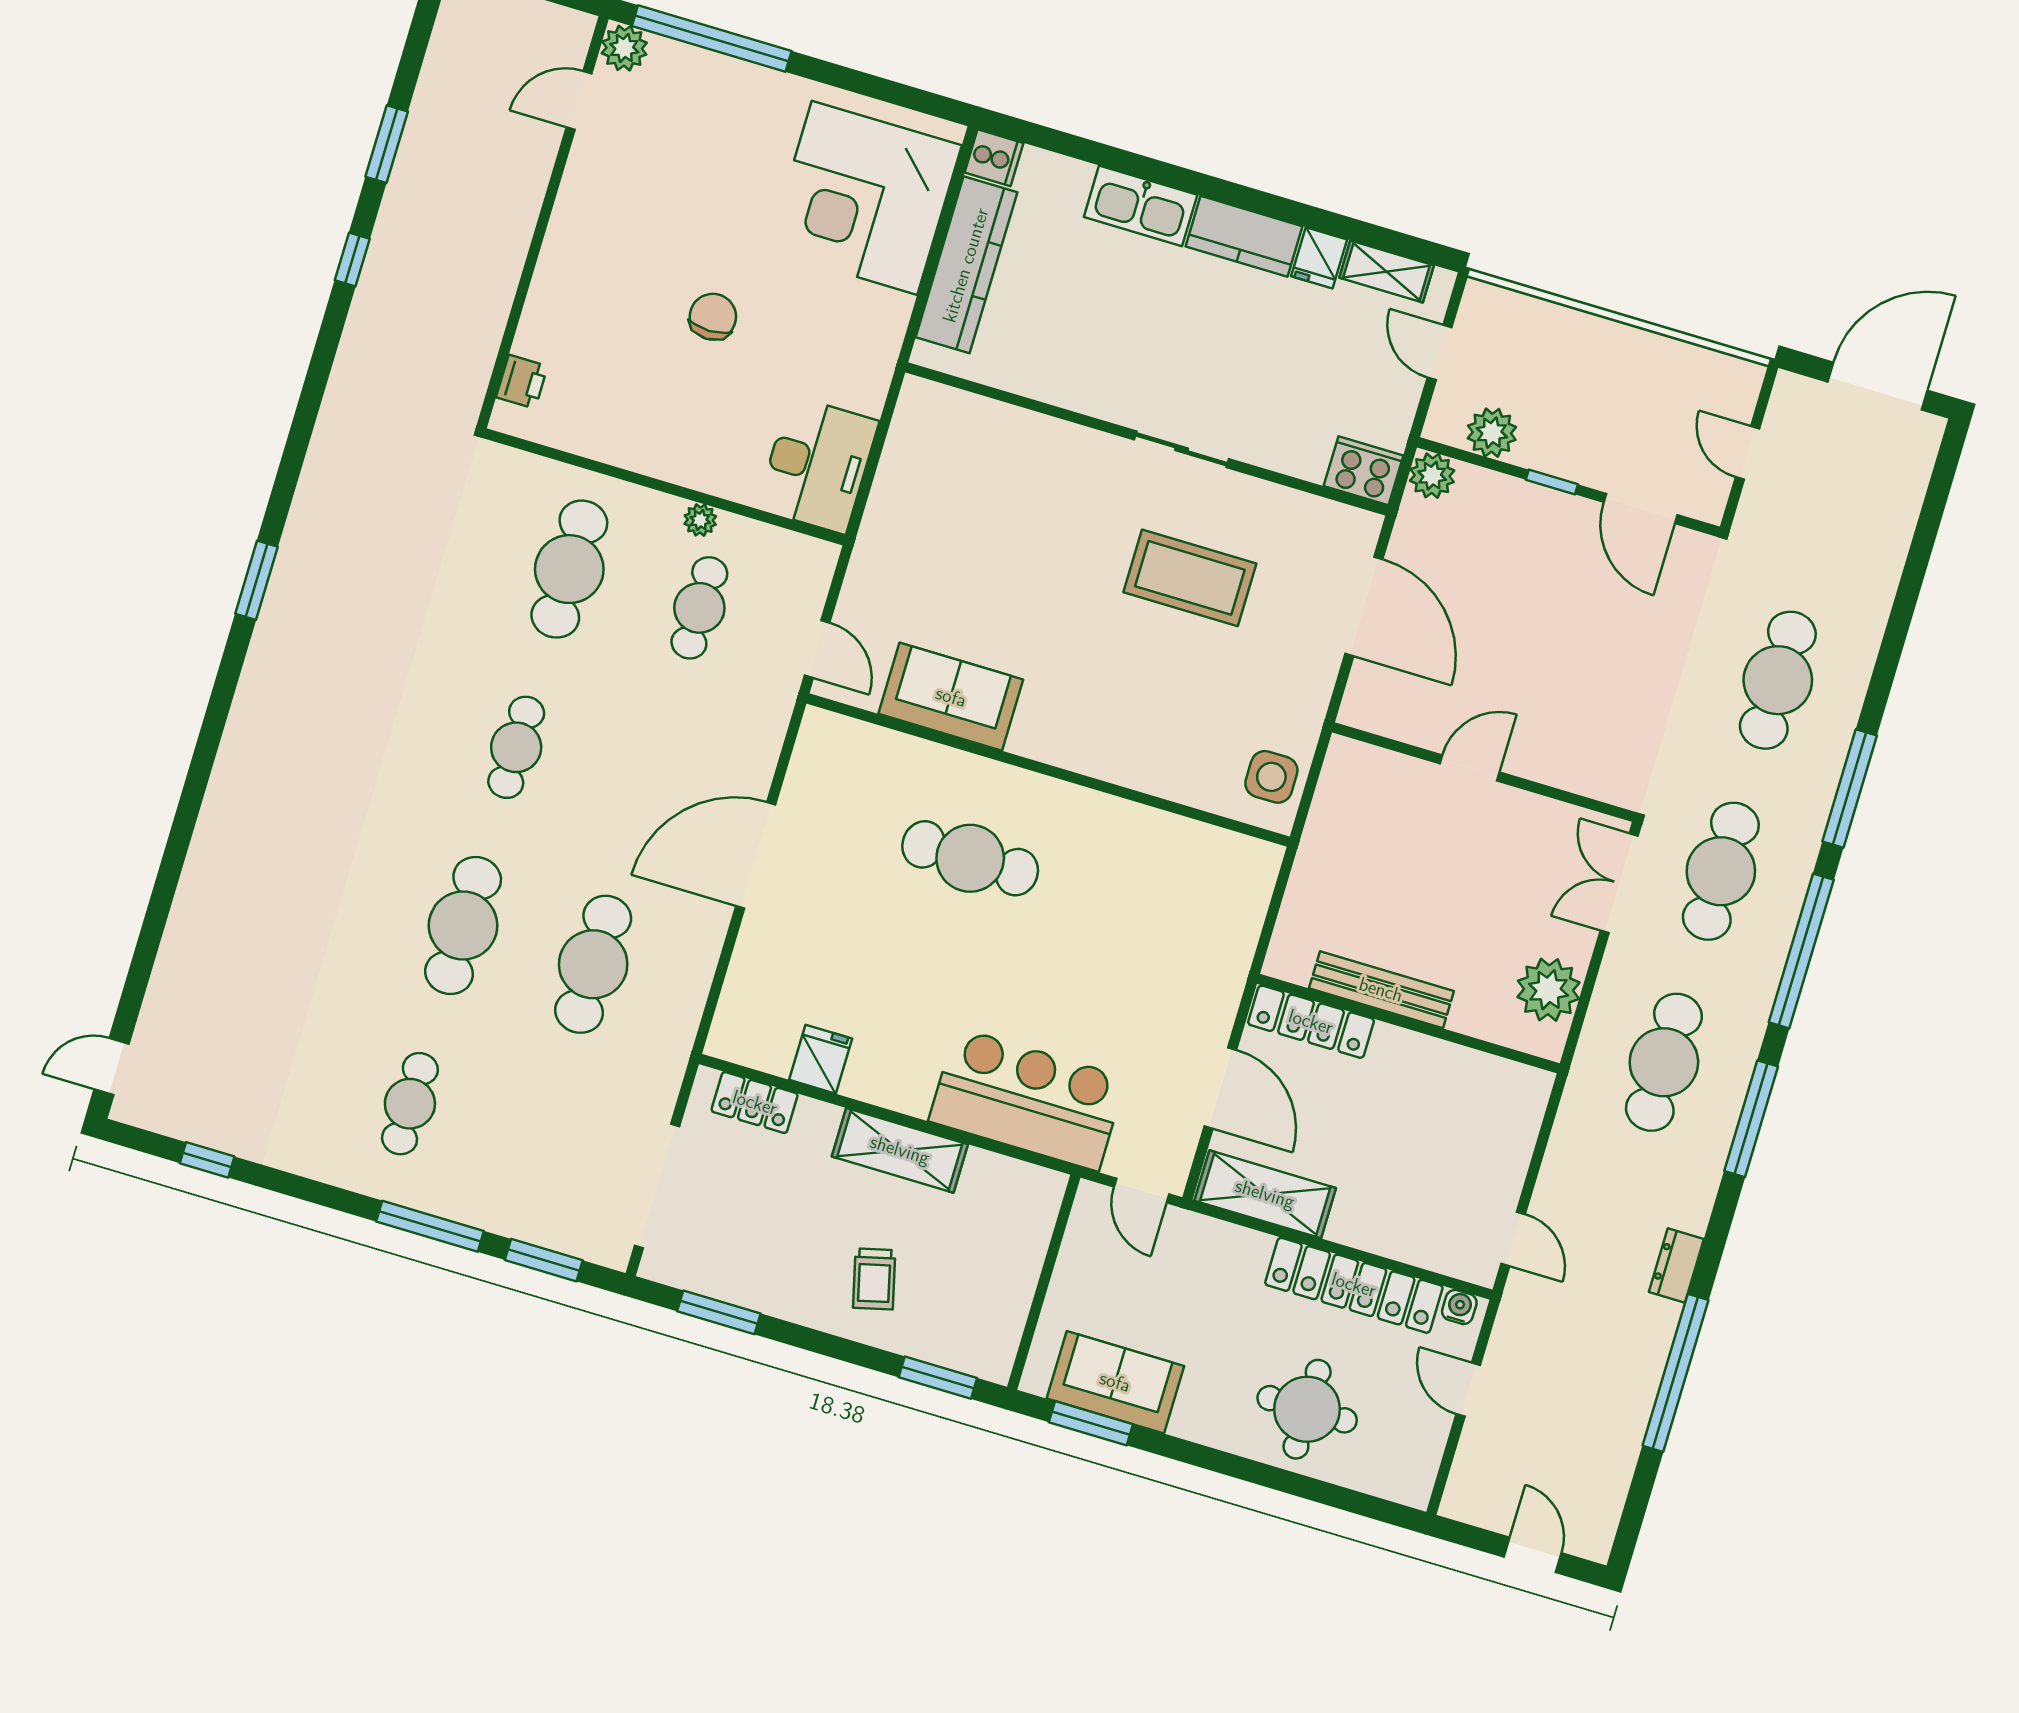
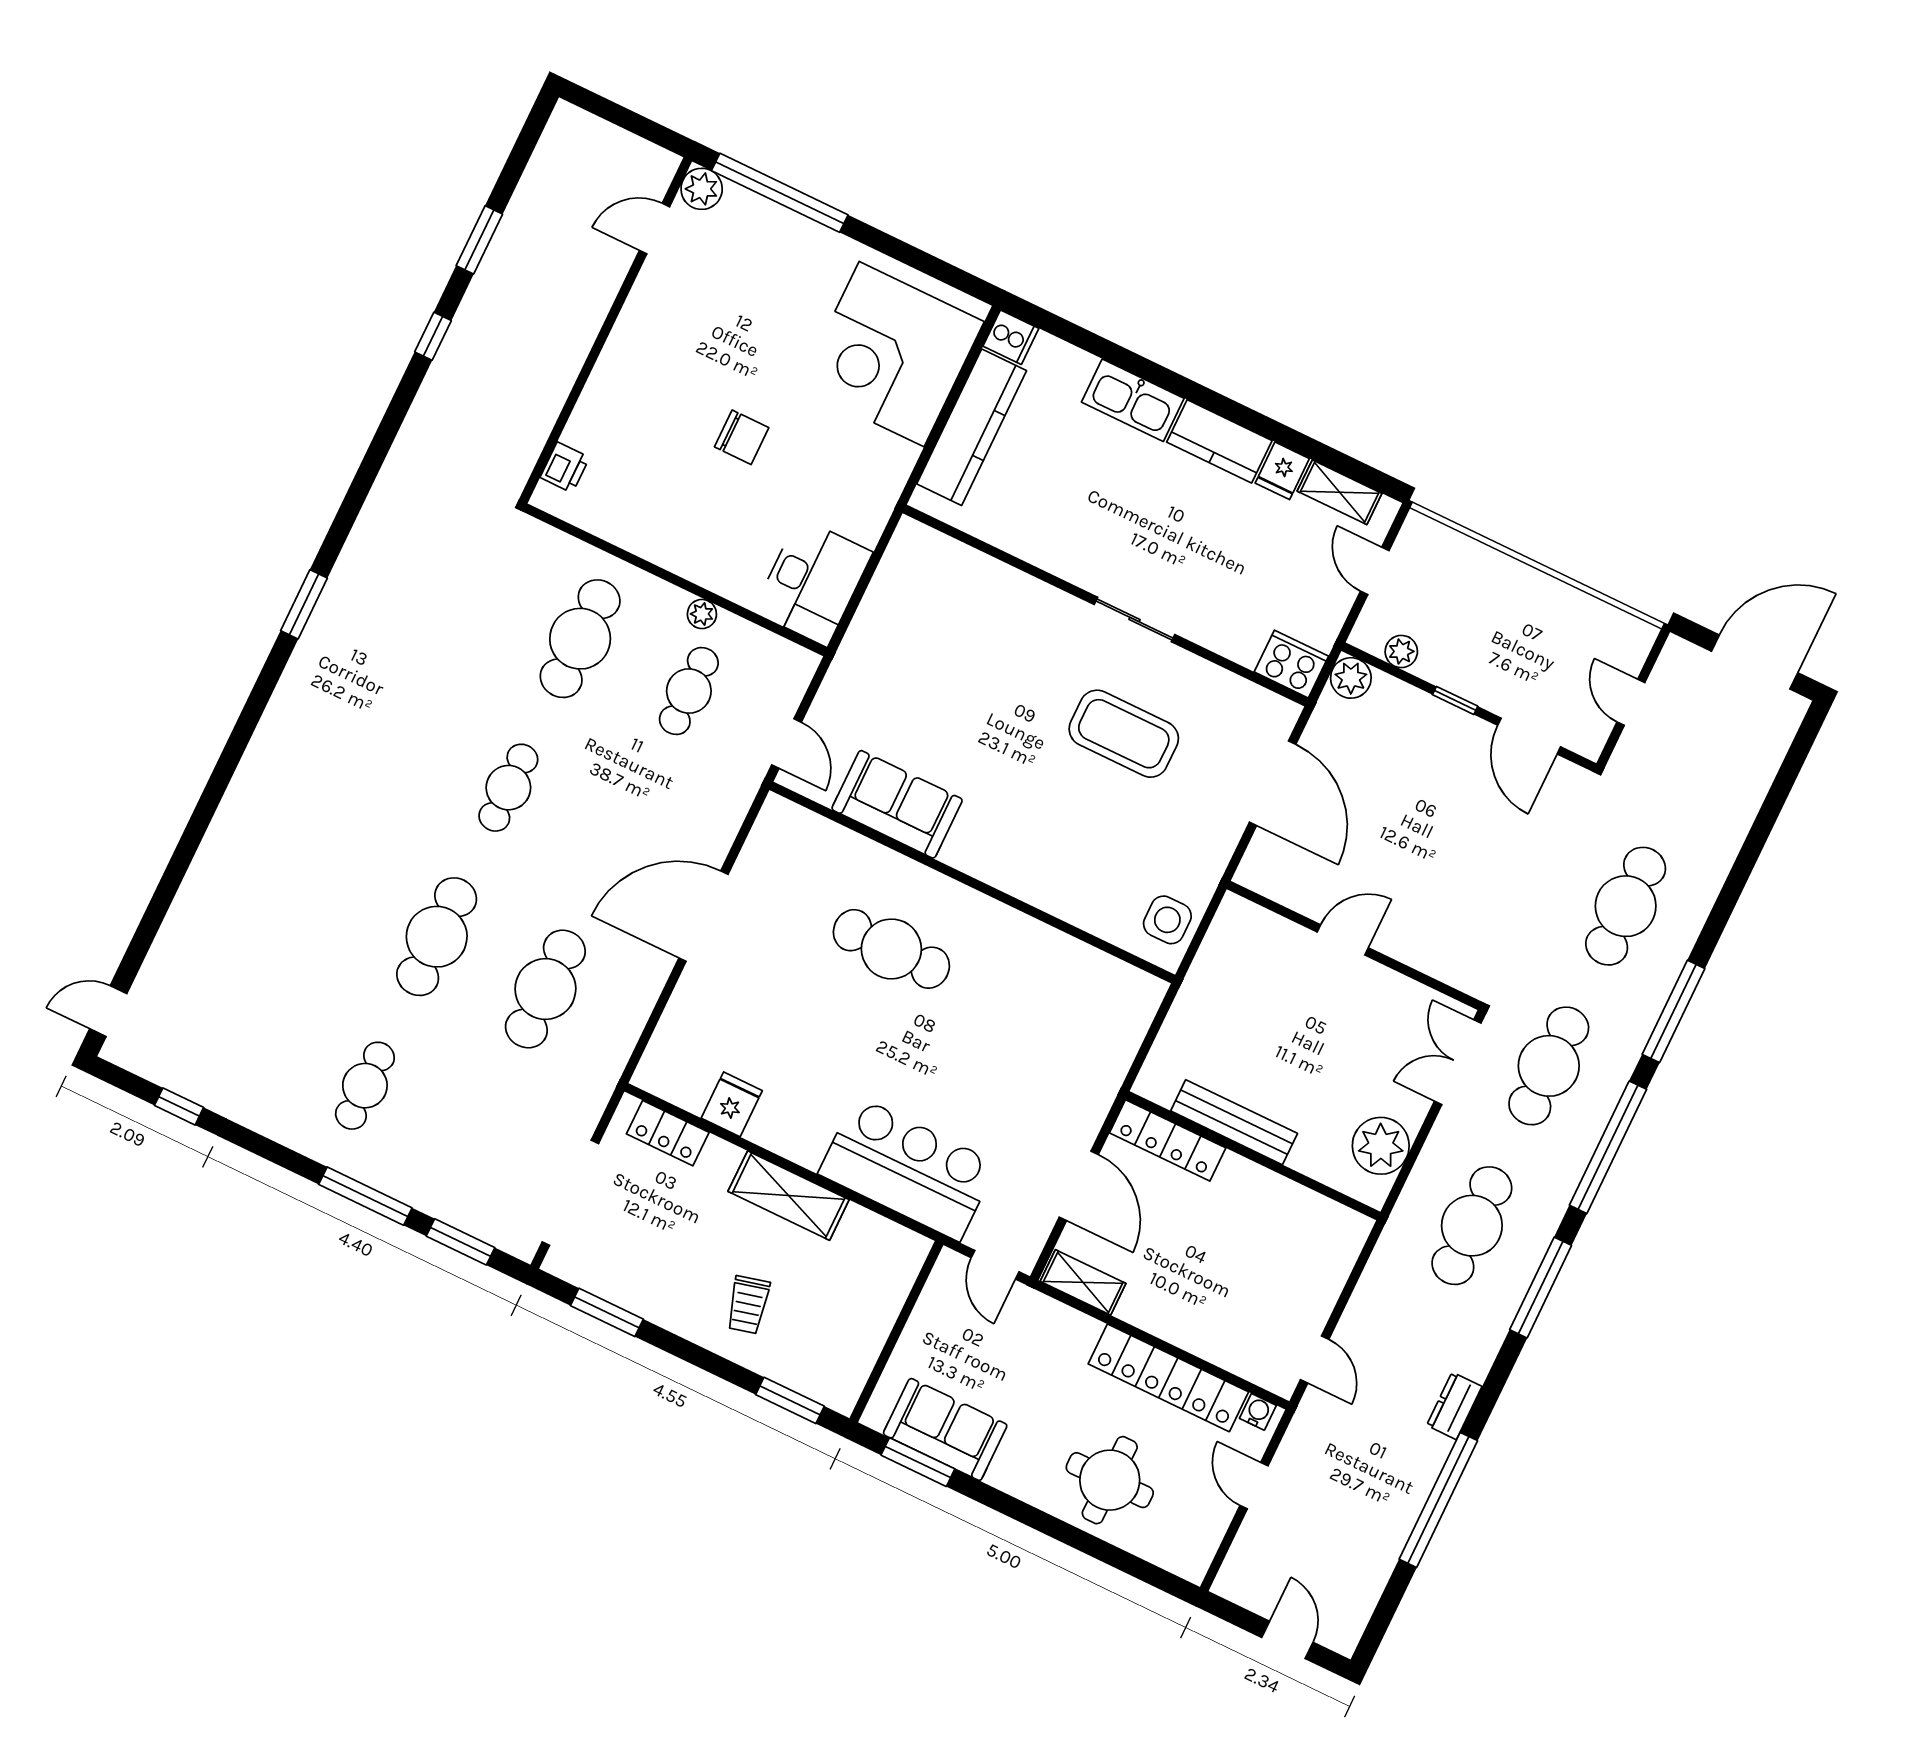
chair: (713, 317) -> (742, 437), turned 90
plant: (1492, 433) -> (1401, 651), width x0.73, depth x0.73
shelving: (1265, 1194) -> (1083, 1282), width x0.67, depth x0.75

